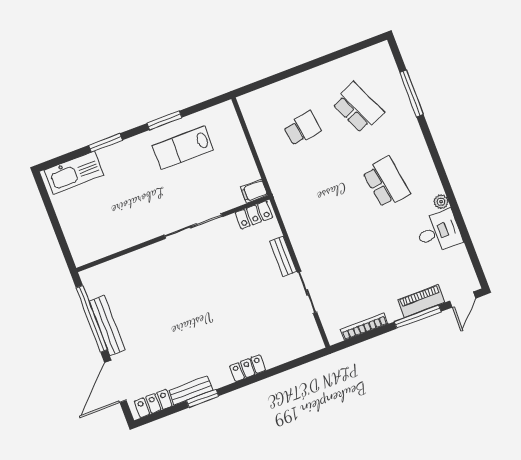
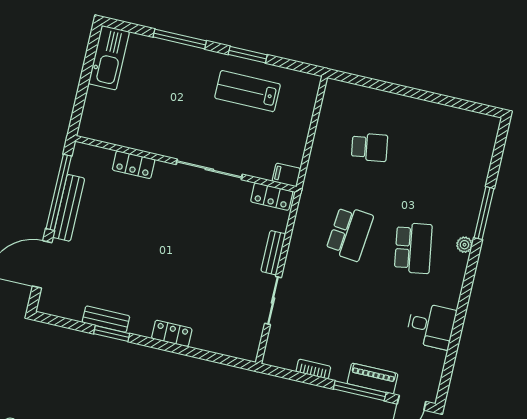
window: (411, 93) -> (484, 213), moved
school desk: (358, 108) -> (350, 233), moved, turned 30
window: (105, 143) -> (180, 39), width x1.44
kitchen sink: (74, 173) -> (109, 58), moved, turned -90
plant: (441, 202) -> (464, 245), moved
bookcase: (364, 327) -> (313, 369), width x0.64
locker: (153, 403) -> (134, 165), moved, turned 180

